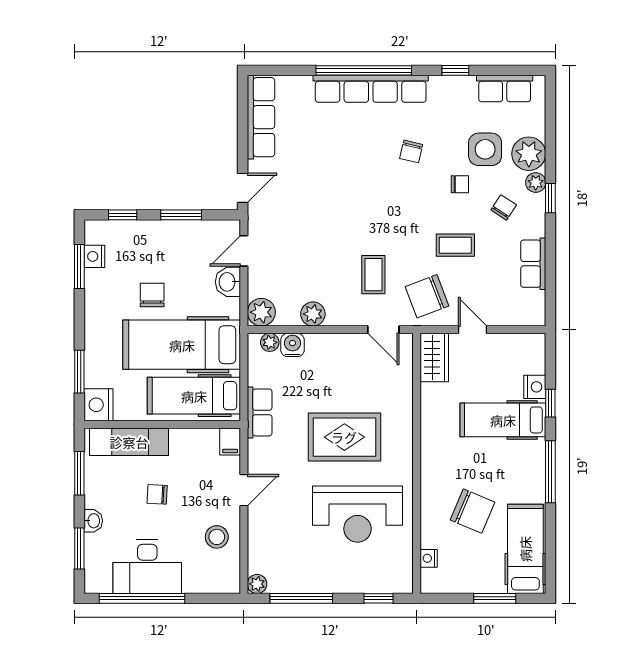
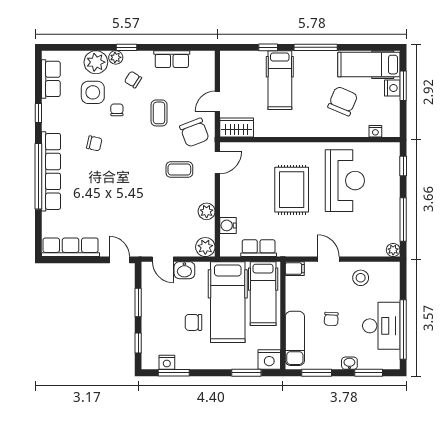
plant: (270, 342) -> (226, 241), removed
nightstand: (535, 387) -> (392, 88), moved, turned 90
row of seats: (260, 412) -> (259, 248), moved

